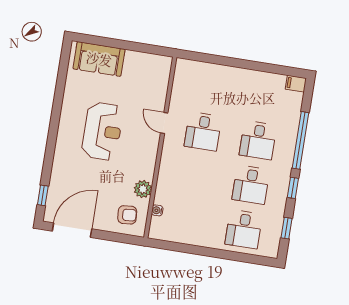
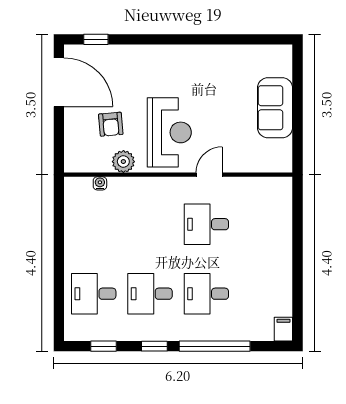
sofa: (99, 59) -> (275, 108), moved
reception desk: (102, 131) -> (169, 132), moved, turned -90
armchair: (127, 215) -> (111, 124), moved

